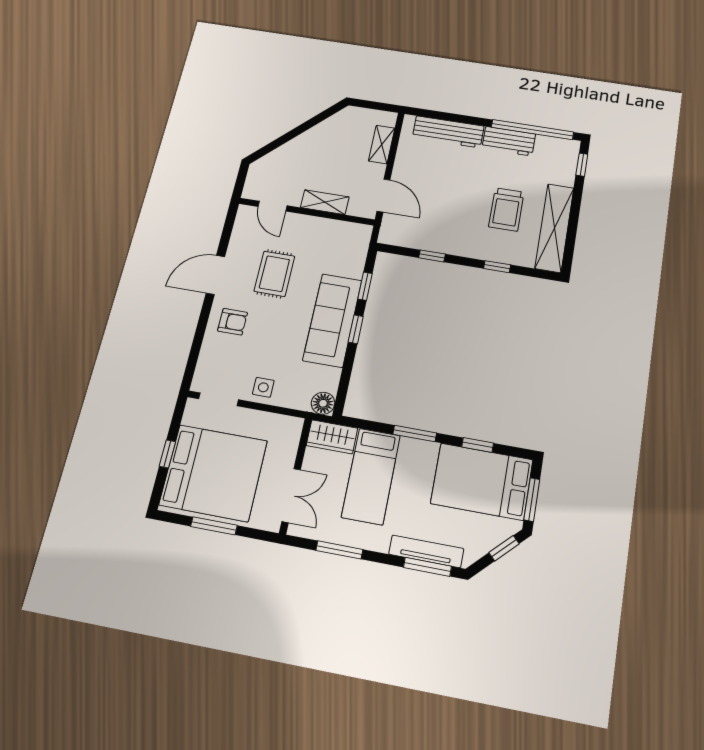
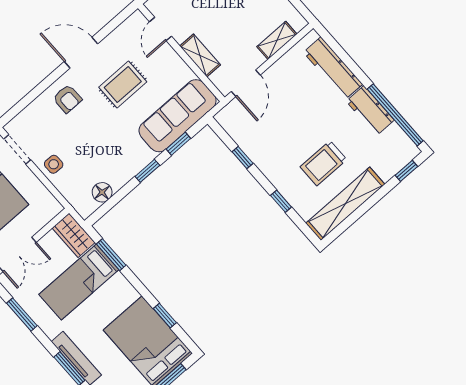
sofa: (332, 320) -> (178, 116), moved
floor lamp: (323, 403) -> (102, 192), moved
window: (415, 434) -> (111, 255), moved

